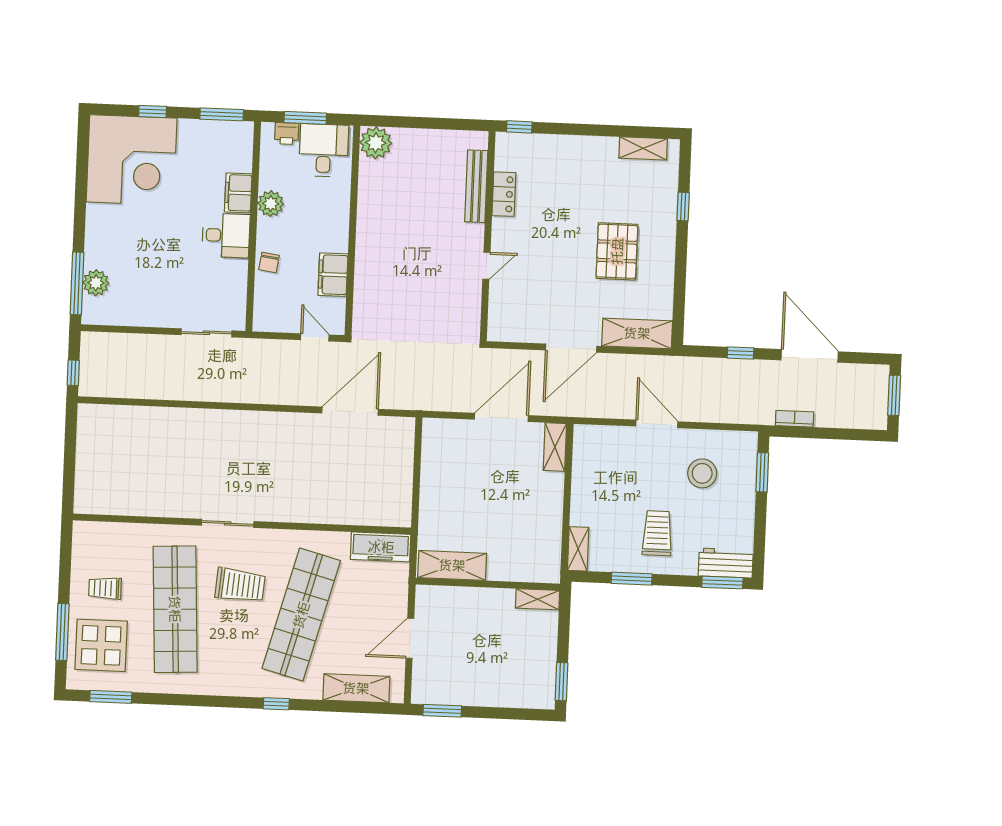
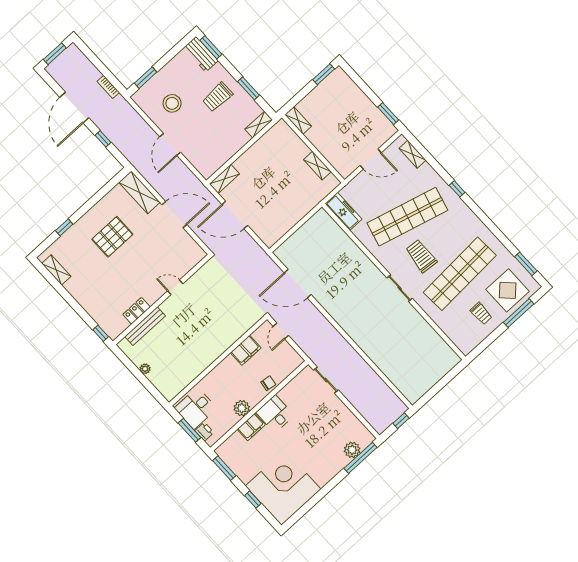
plant: (376, 143) -> (145, 369), moved, width x0.53, depth x0.53
shelving: (452, 565) -> (317, 166), width x0.67, depth x0.75
shelving: (356, 688) -> (412, 154), width x0.67, depth x0.75

